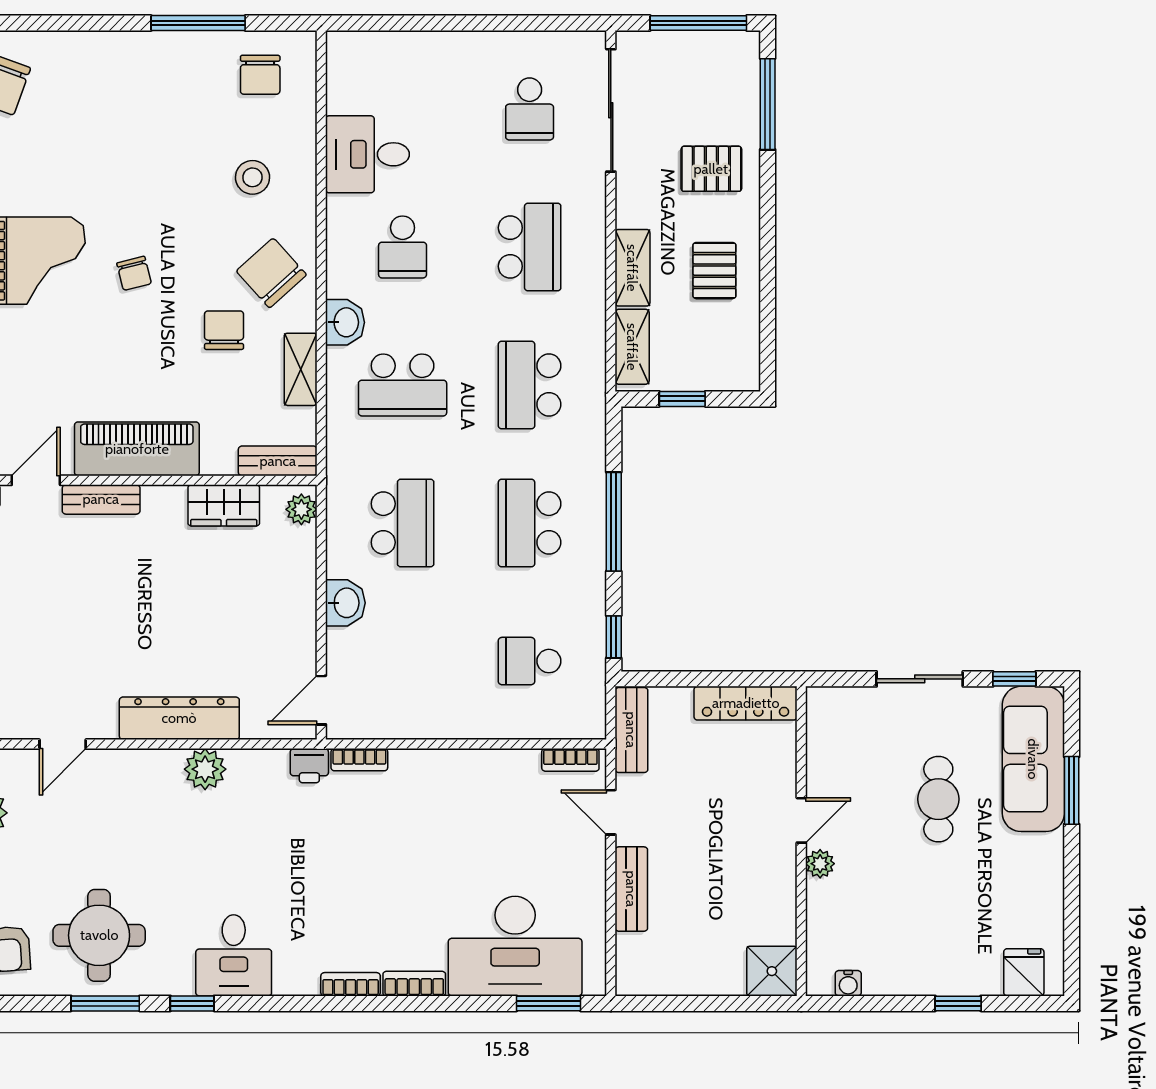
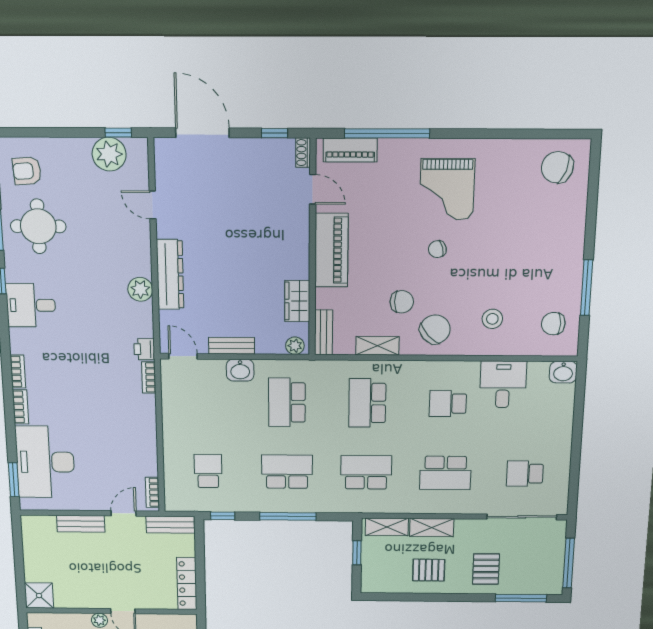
washbasin: (345, 322) -> (563, 372), moved
bench: (101, 499) -> (232, 346), moved, turned 90
school desk: (403, 523) -> (287, 402), turned 90

